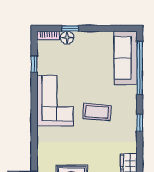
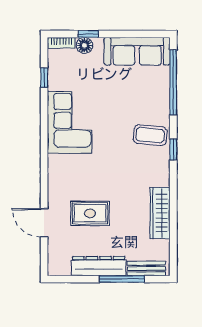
sofa: (126, 58) -> (137, 51), moved, turned -90
coffee table: (97, 112) -> (150, 135), moved

